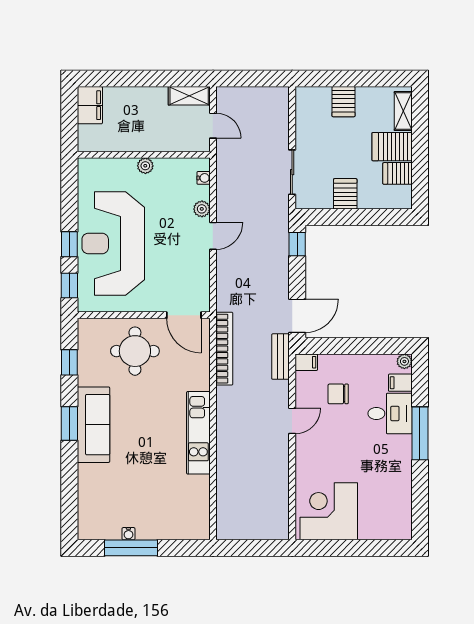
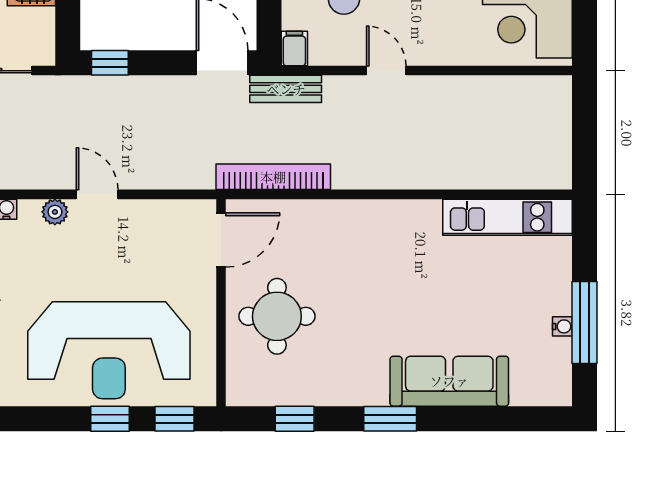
sofa: (93, 425) -> (449, 381), moved
kitchen unit: (198, 433) -> (508, 217), moved

